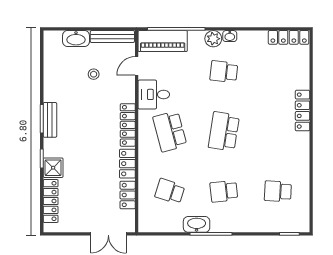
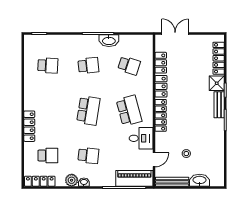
plant: (213, 39) -> (72, 180), moved
school desk: (278, 72) -> (48, 156), added
bench: (50, 120) -> (219, 105), moved

